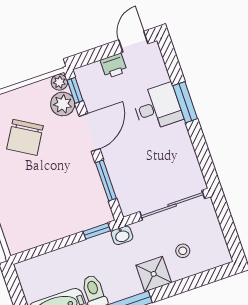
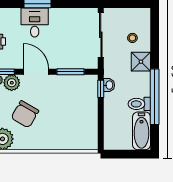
chair: (25, 137) -> (25, 114), turned 89
washbasin: (122, 235) -> (109, 85), moved

